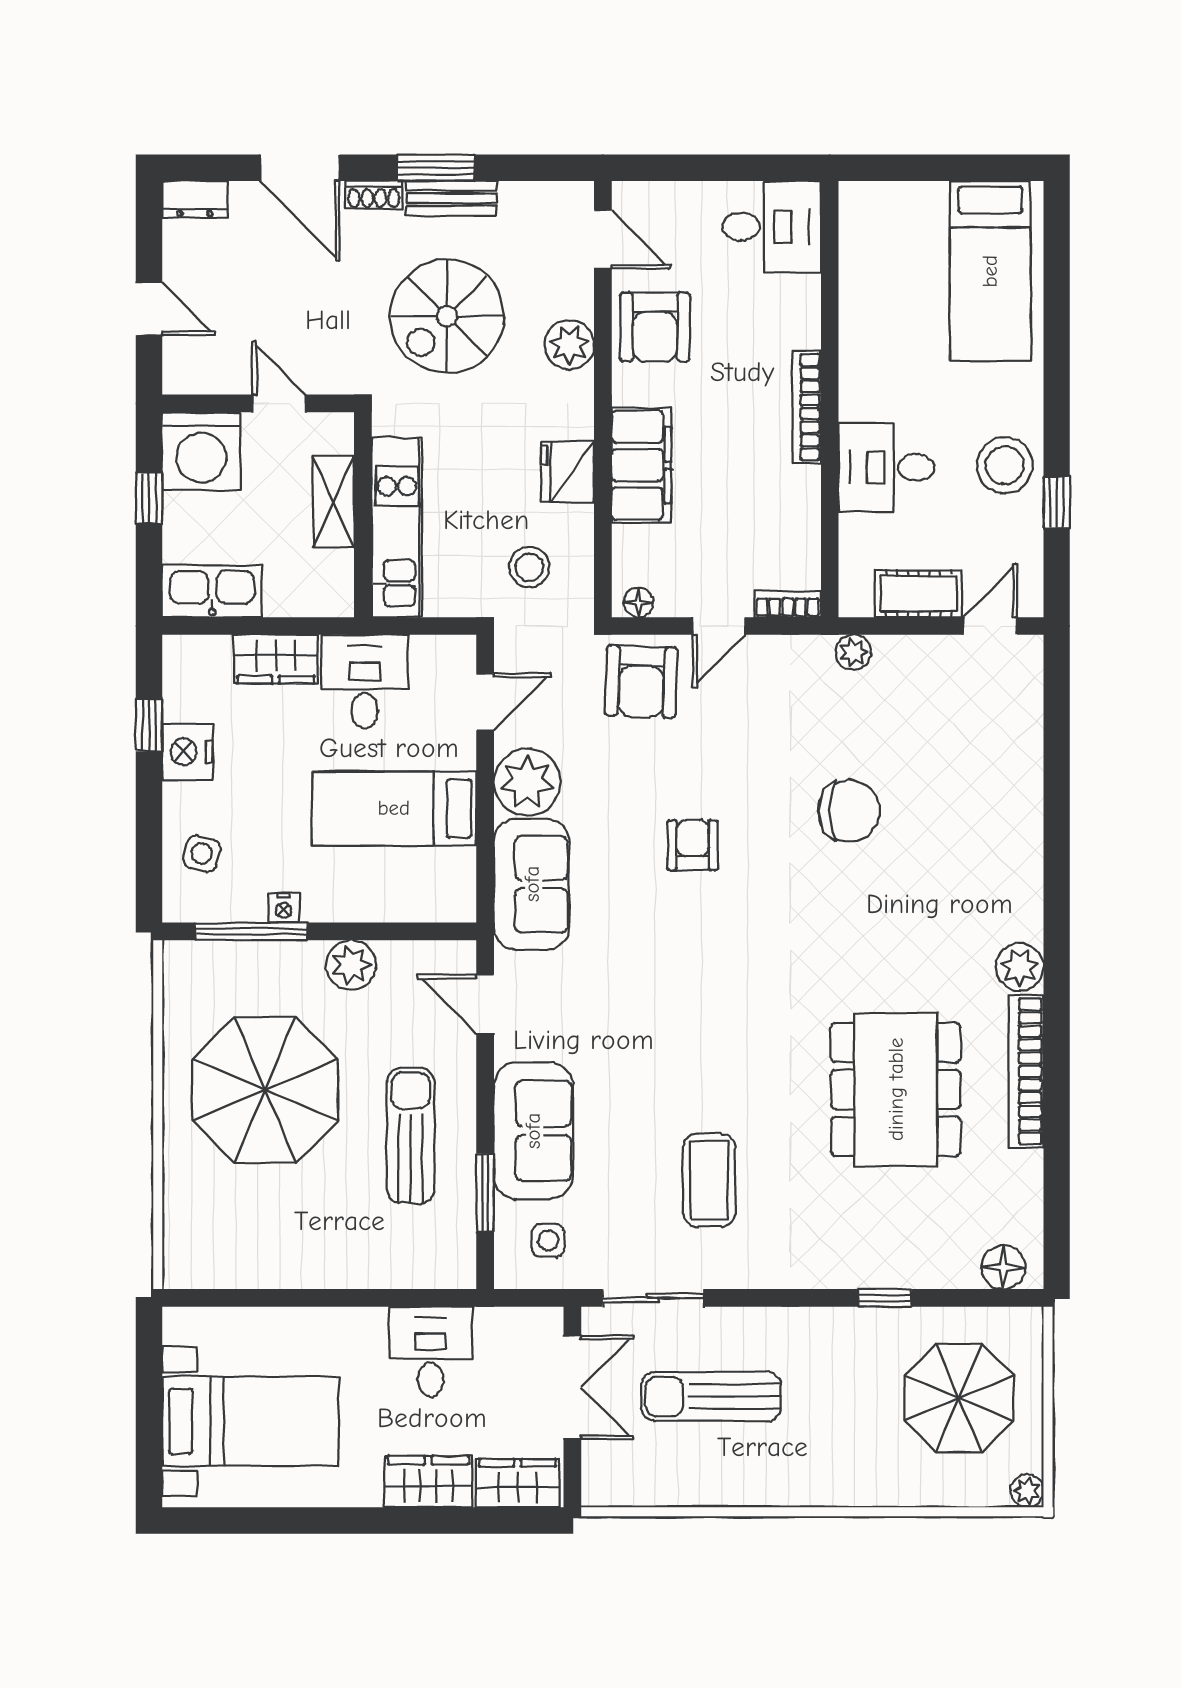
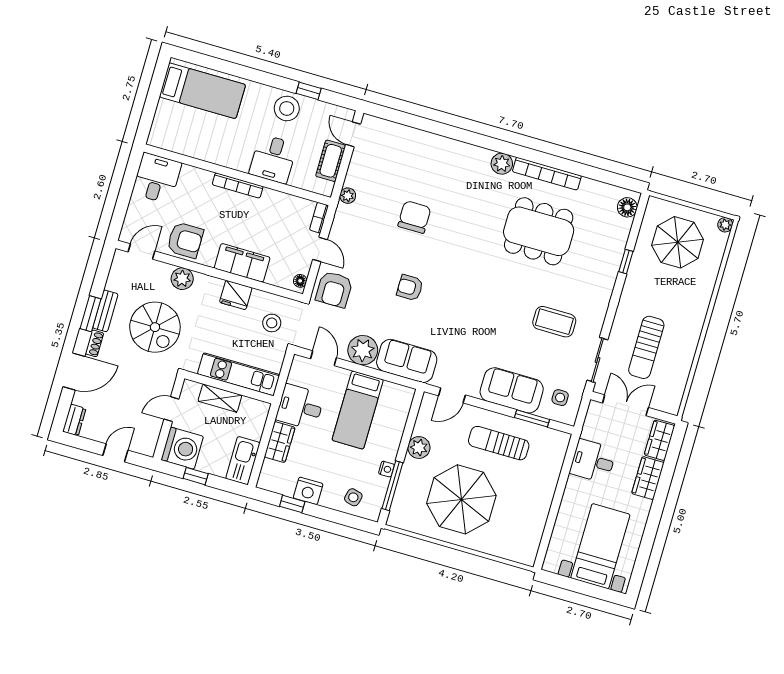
armchair: (641, 682) -> (334, 289), turned 88

